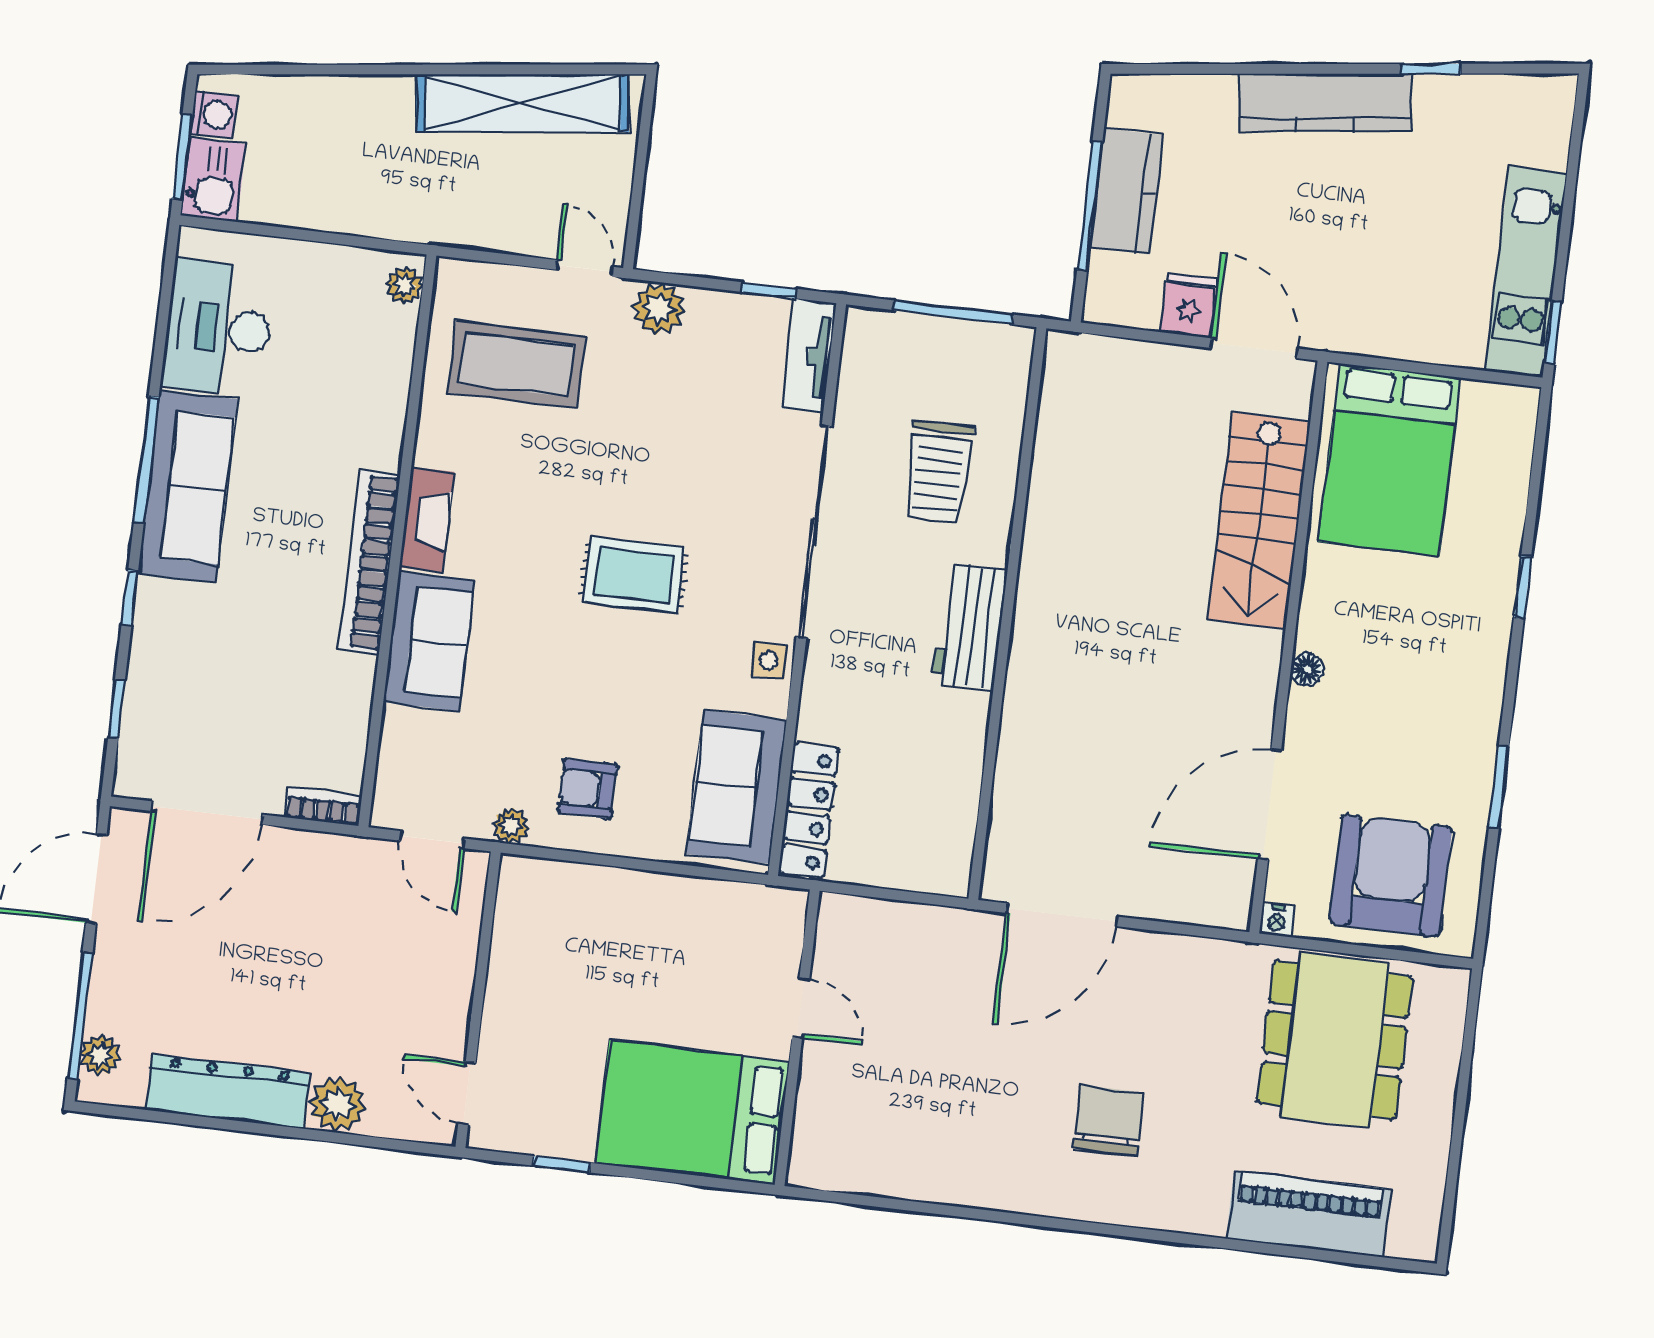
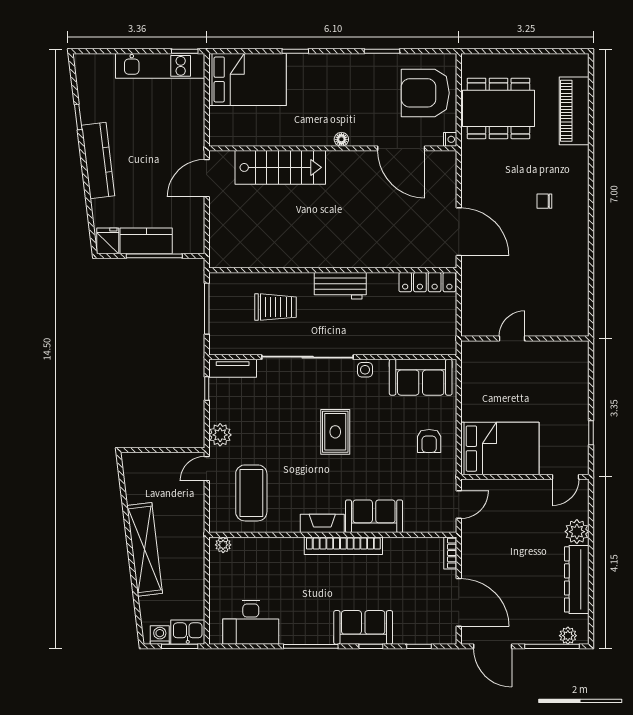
shelving: (523, 103) -> (145, 549), moved
fridge: (1189, 305) -> (108, 241), moved, turned 90
bed: (1390, 460) -> (247, 79), moved
sofa: (187, 486) -> (363, 627), moved, width x0.73
locker: (808, 811) -> (427, 282), moved, turned 180
plant: (511, 826) -> (449, 472), removed
bed: (692, 1112) -> (500, 449), moved, turned -90
chair: (1109, 1120) -> (544, 201), width x0.54, depth x0.54

